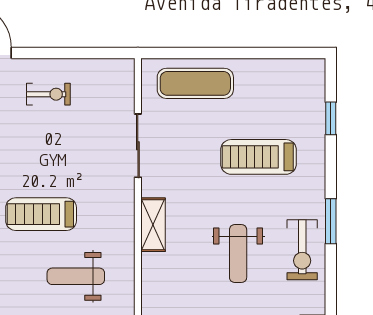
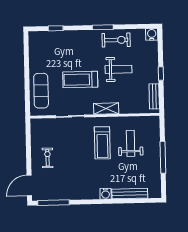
treadmill: (259, 157) -> (80, 79), moved, turned 90
treadmill: (41, 214) -> (102, 143), moved
weight bench: (76, 276) -> (131, 143), turned 180

